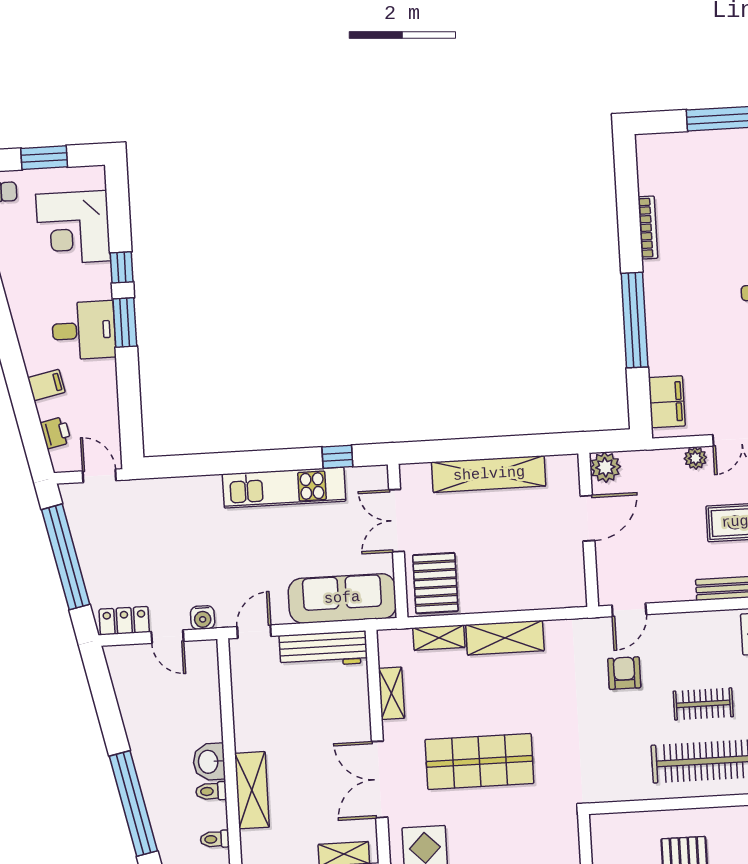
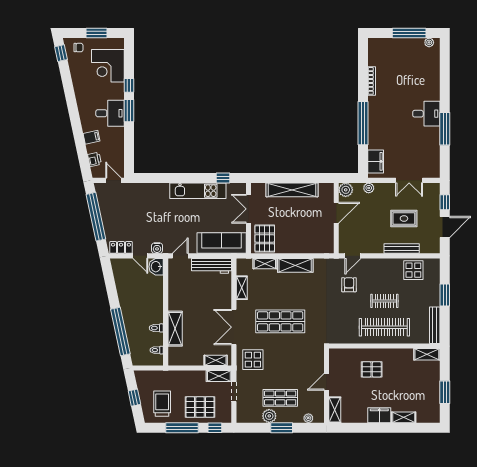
plant: (695, 458) -> (369, 188), moved
washbasin: (209, 762) -> (156, 267), moved

